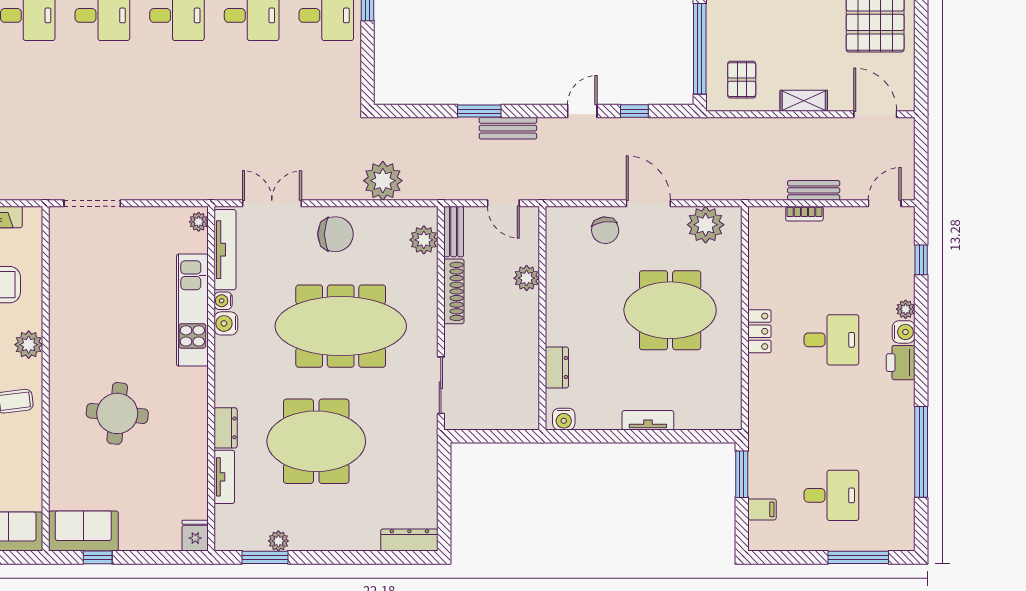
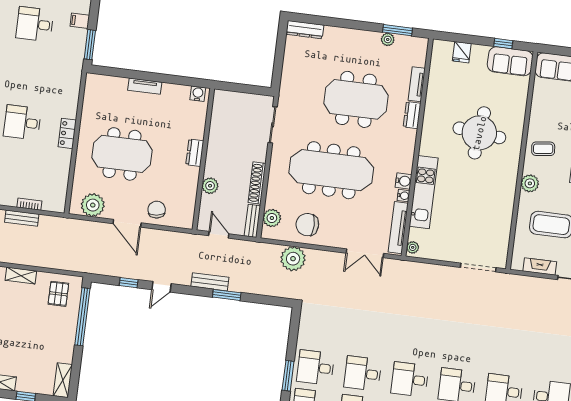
chair: (335, 234) -> (307, 225), moved
dresser: (557, 367) -> (195, 153), moved
round table: (117, 413) -> (479, 133), width x1.36, depth x1.36
fridge: (195, 536) -> (462, 52), moved

